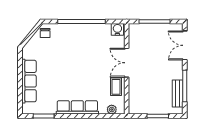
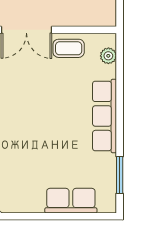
row of seats: (29, 81) -> (71, 201), width x0.68

